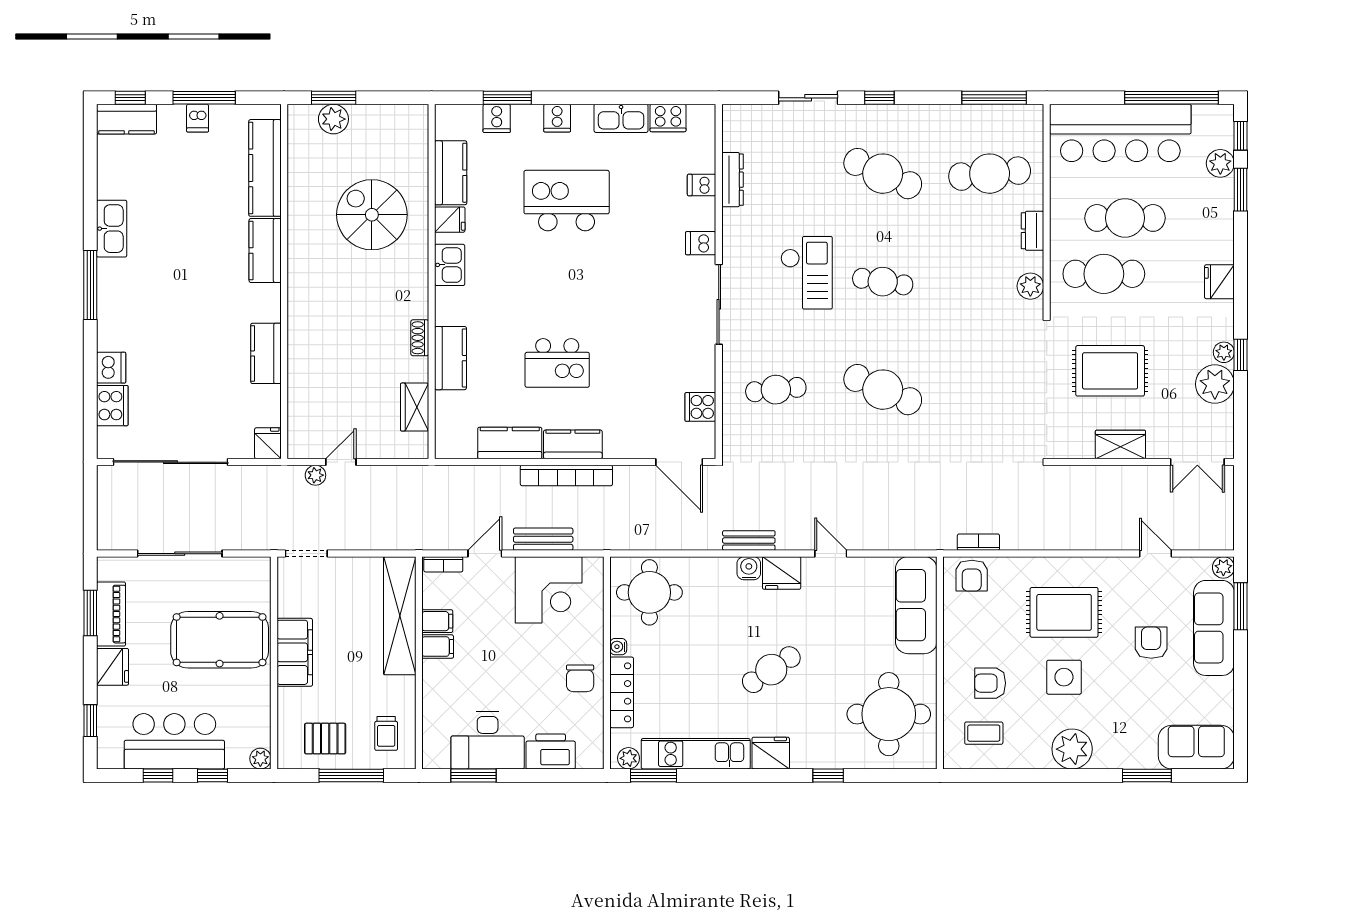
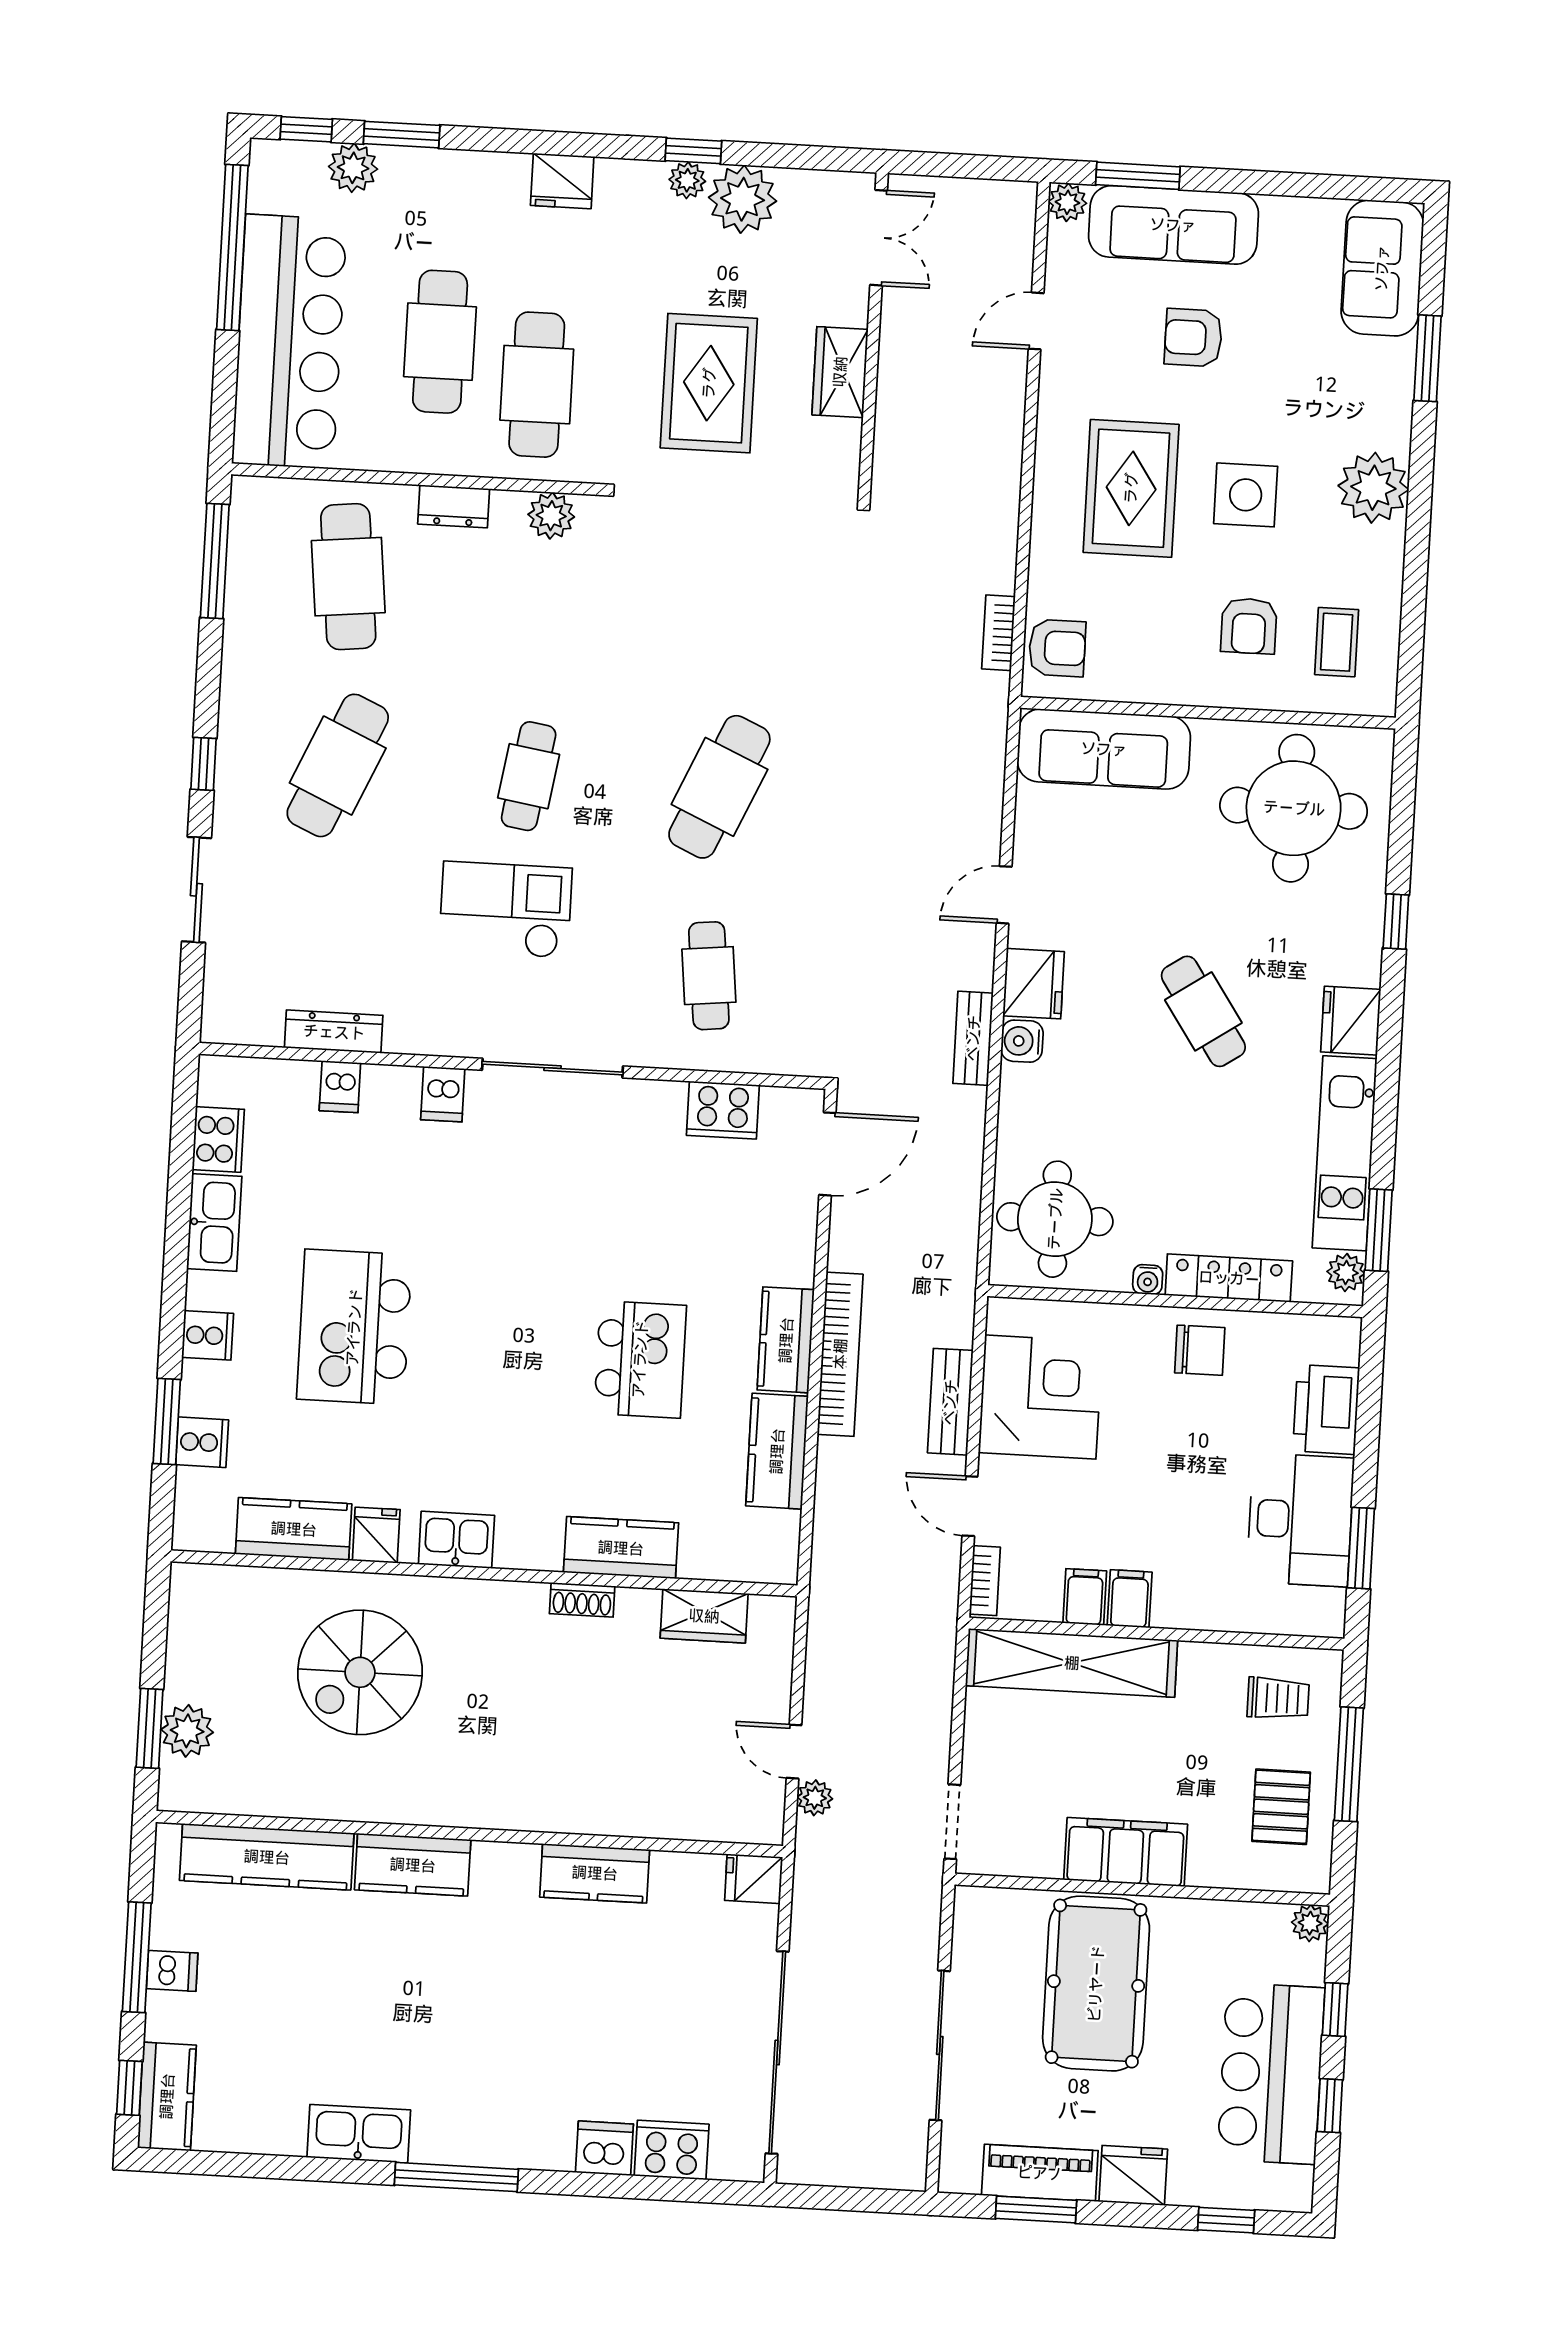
cooker: (700, 407) -> (723, 1110), width x1.36

